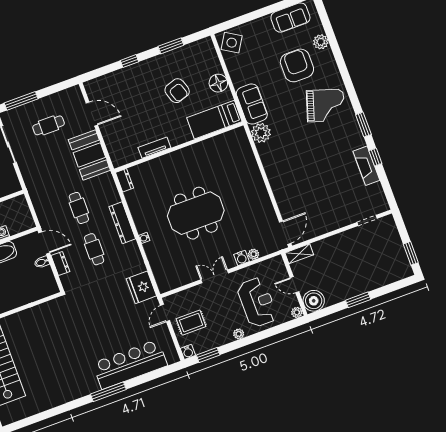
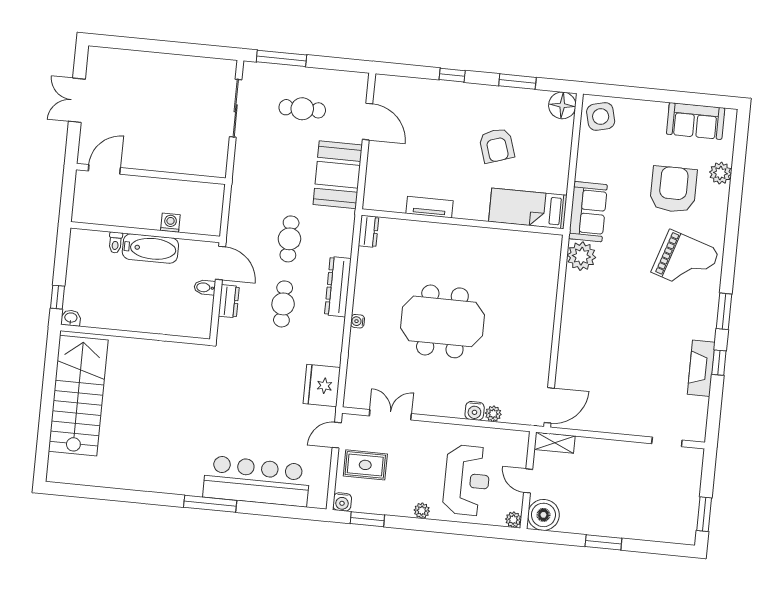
side table: (232, 43) -> (601, 117), turned 45
floor lamp: (218, 83) -> (562, 105), moved
double door: (215, 276) -> (390, 415), moved

